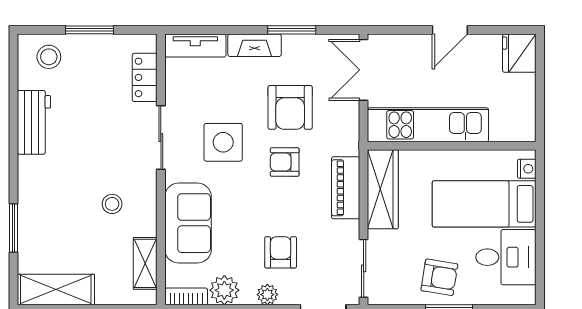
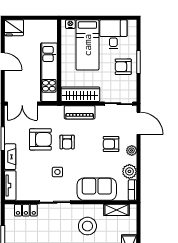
side table: (223, 142) -> (57, 172), width x0.54, depth x0.54
stool: (112, 204) -> (87, 226), width x1.89, depth x1.89
armchair: (439, 277) -> (123, 67), turned -99

